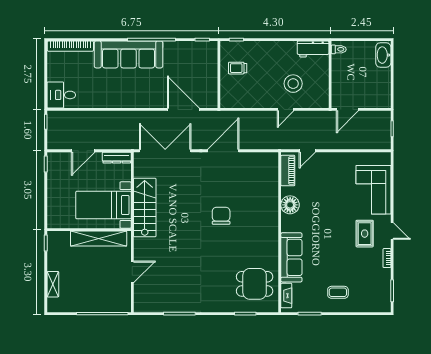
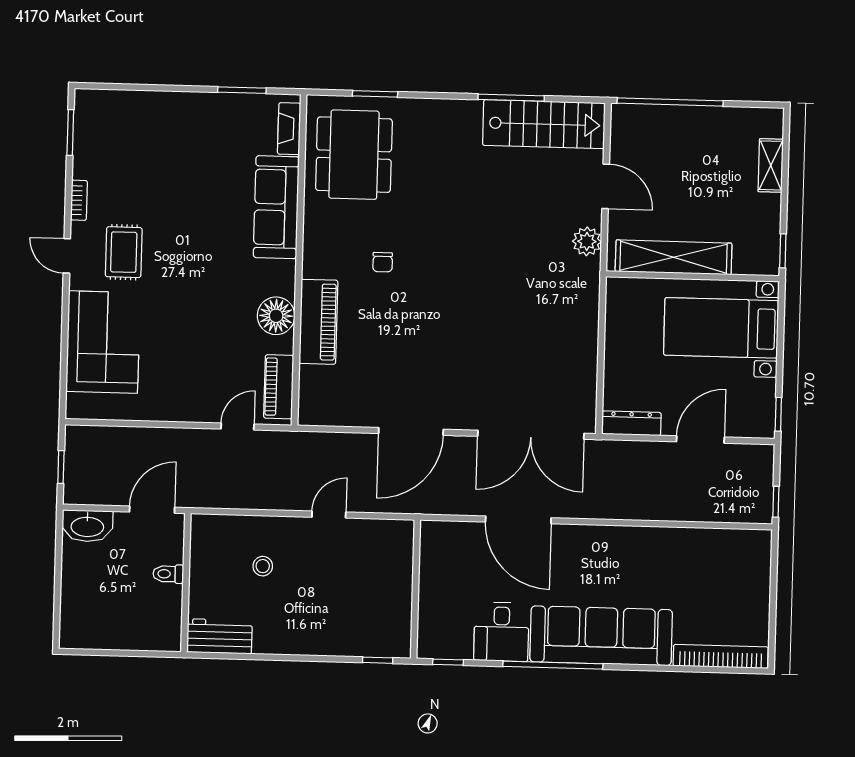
toilet: (339, 49) -> (168, 574), moved
washbasin: (383, 55) -> (87, 526), moved, turned 90
trolley: (238, 68) -> (377, 601), removed
stool: (293, 84) -> (263, 566), width x0.53, depth x0.53
desk: (61, 95) -> (501, 632), moved, turned 90
door: (183, 109) -> (518, 520), moved
door: (286, 109) -> (329, 515), moved
piano: (270, 203) -> (318, 322), added
bed with nightstands: (104, 205) -> (721, 328), moved, turned 180
stairs: (145, 208) -> (544, 124), moved, turned -90
chair: (221, 216) -> (383, 262), moved, width x0.54, depth x0.54
plant: (141, 245) -> (587, 241), added
door: (132, 272) -> (606, 186), swing flipped
dining table: (255, 284) -> (354, 155), width x1.37
coffee table: (338, 292) -> (182, 132), removed

